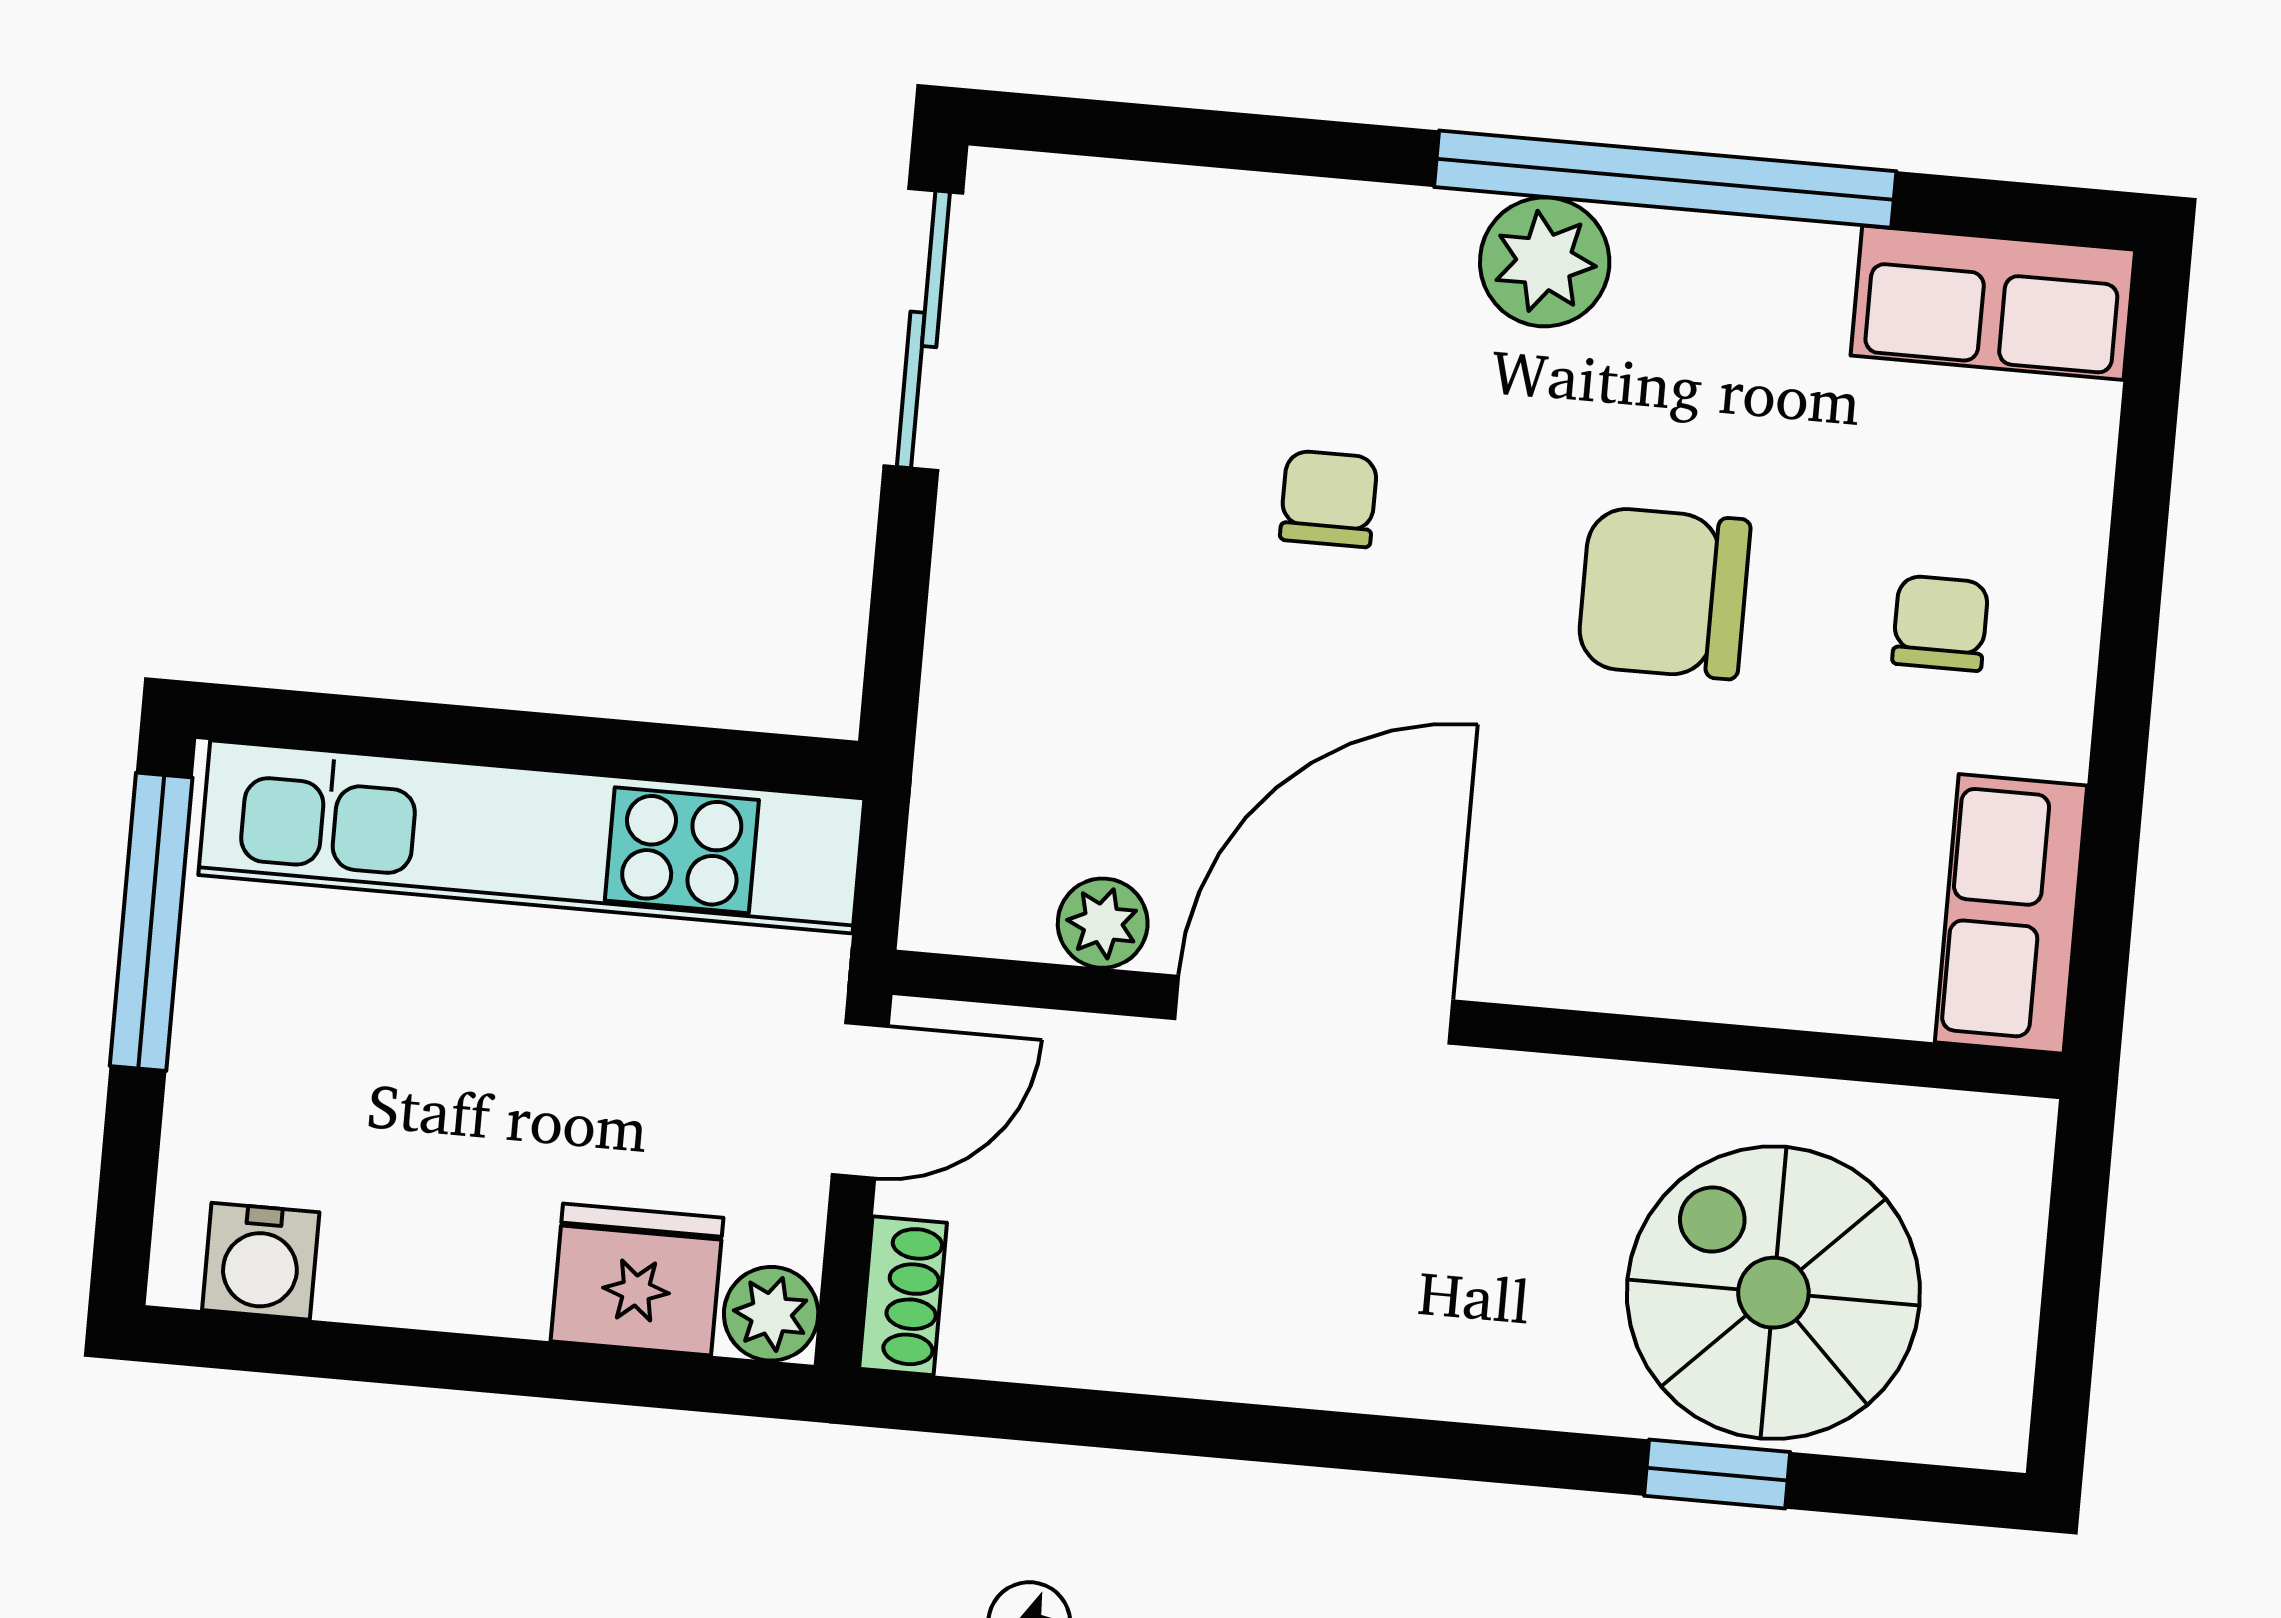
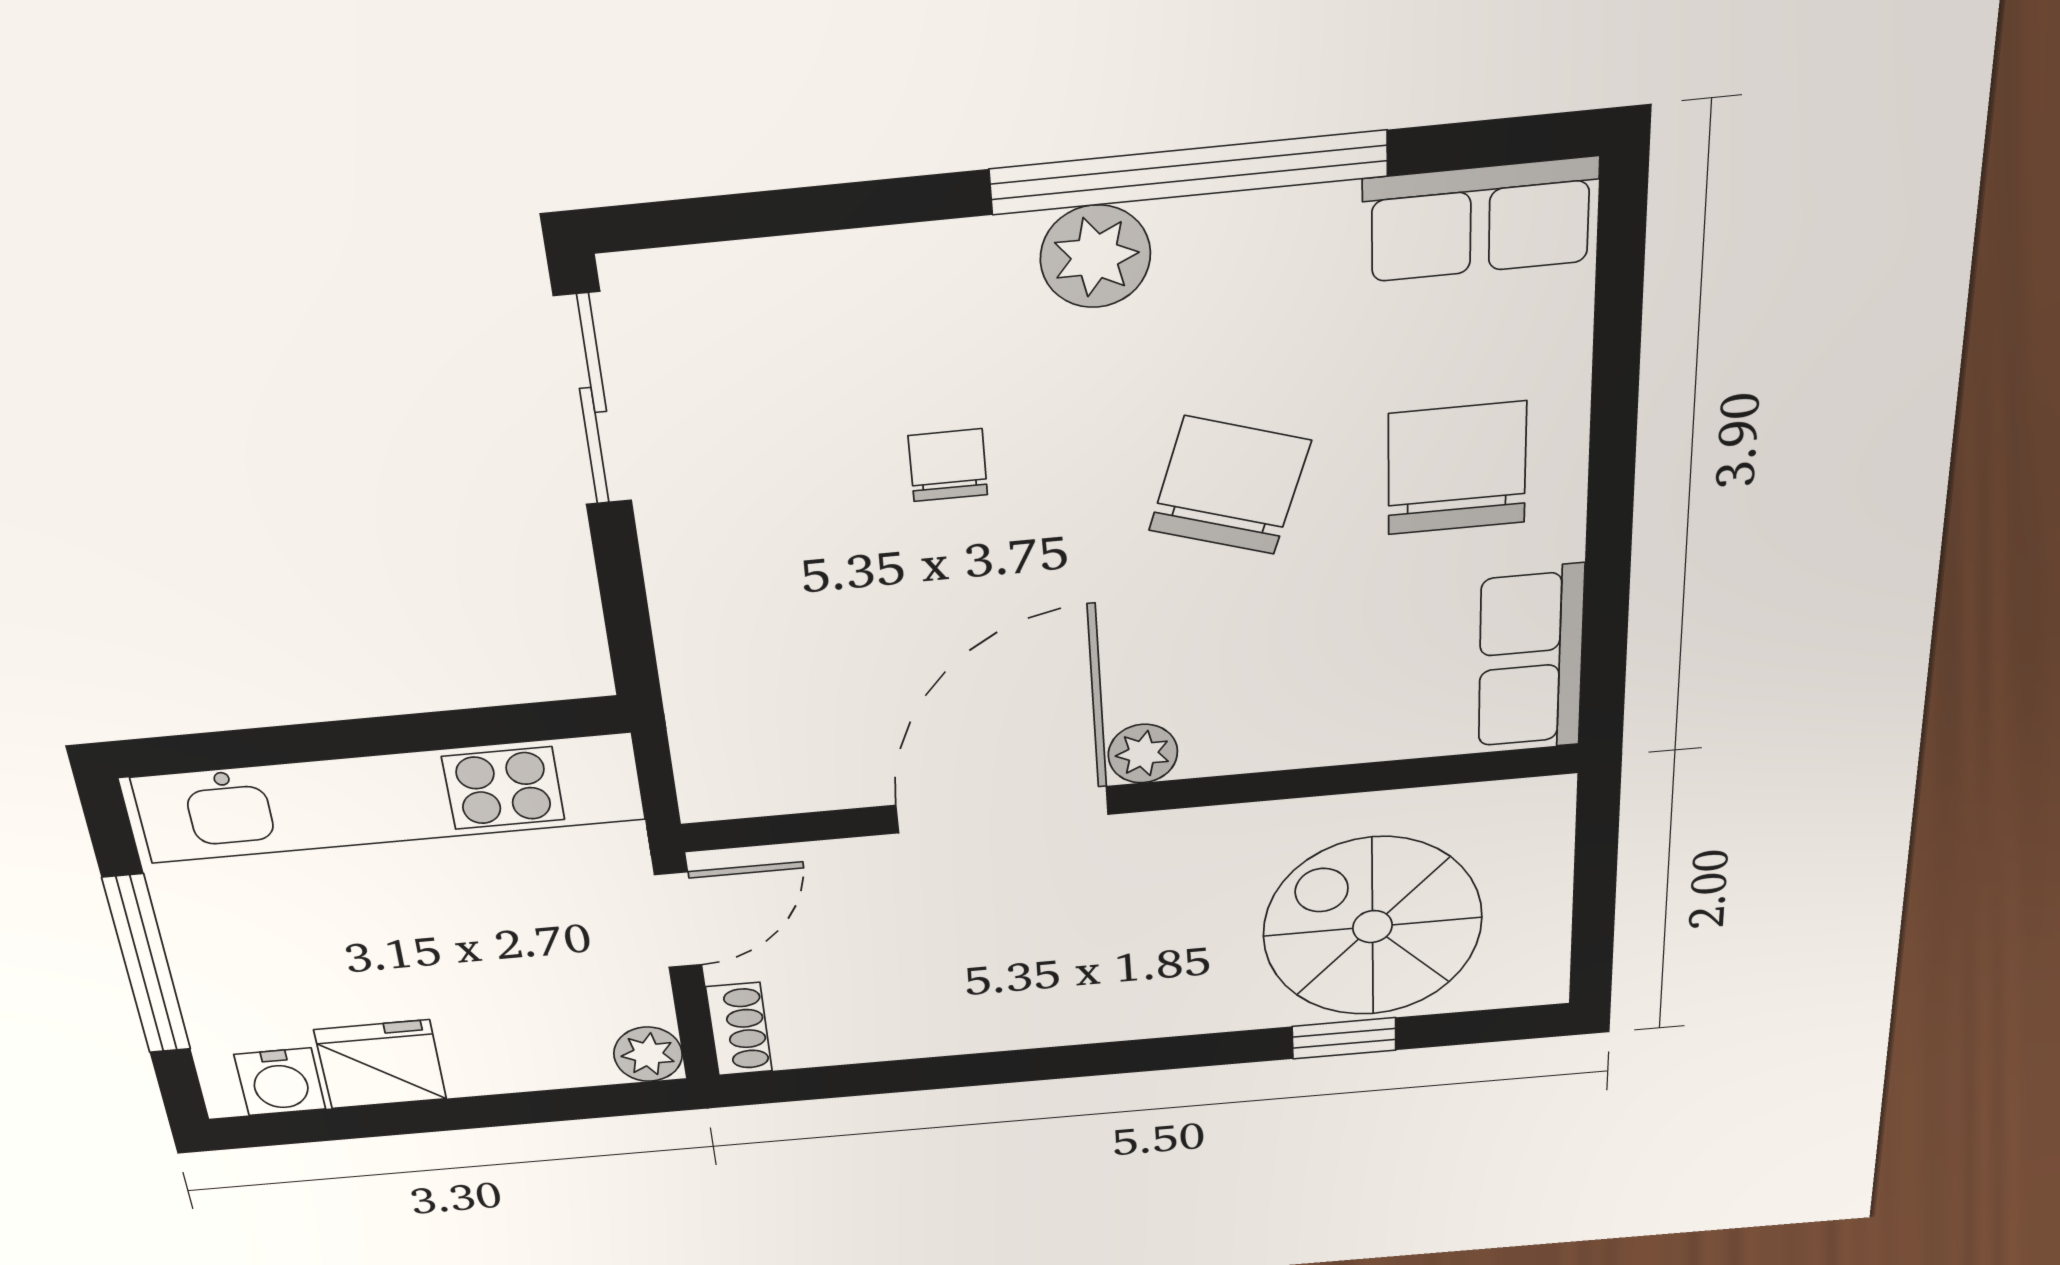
chair: (1664, 593) -> (1230, 485), turned 108
chair: (1940, 623) -> (1457, 468), width x1.87, depth x1.87
window: (151, 922) -> (147, 964), moved
plant: (1103, 923) -> (1143, 754), moved
fridge: (637, 1280) -> (380, 1064), moved

